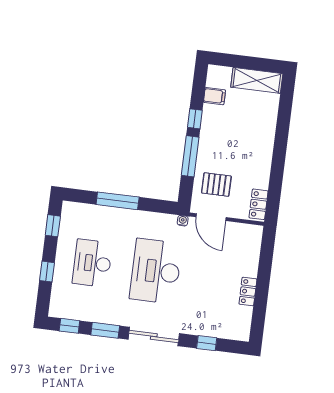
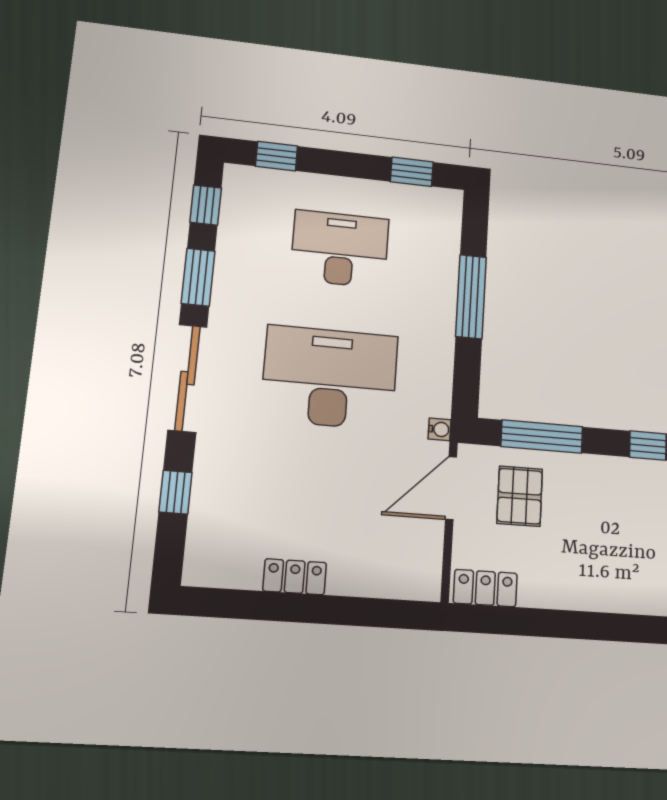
window: (190, 156) -> (542, 437), moved
window: (47, 272) -> (277, 156), moved

